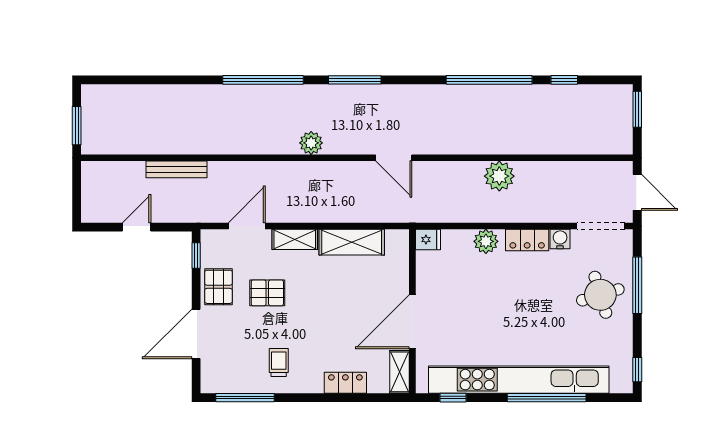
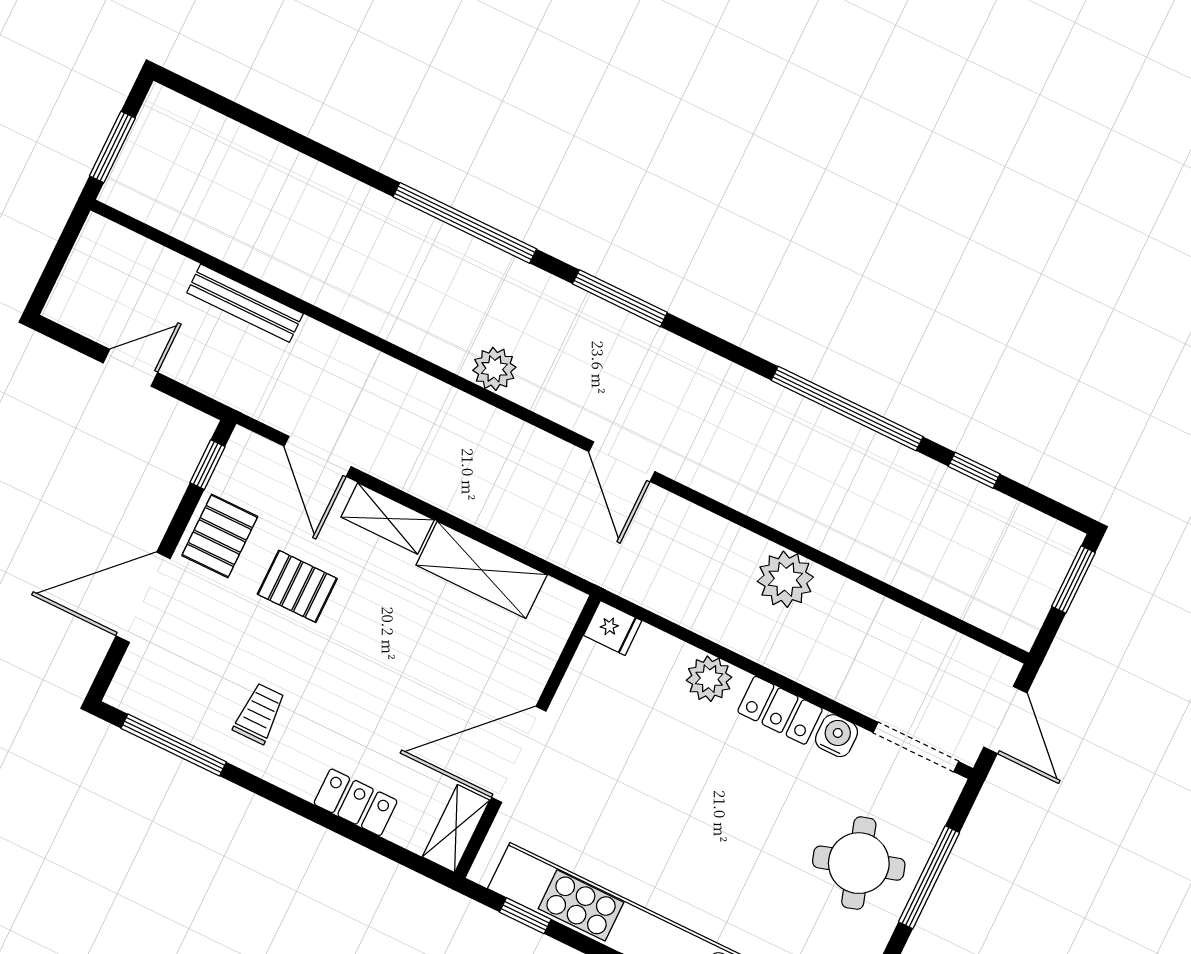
door: (247, 226) -> (318, 456), swing flipped

